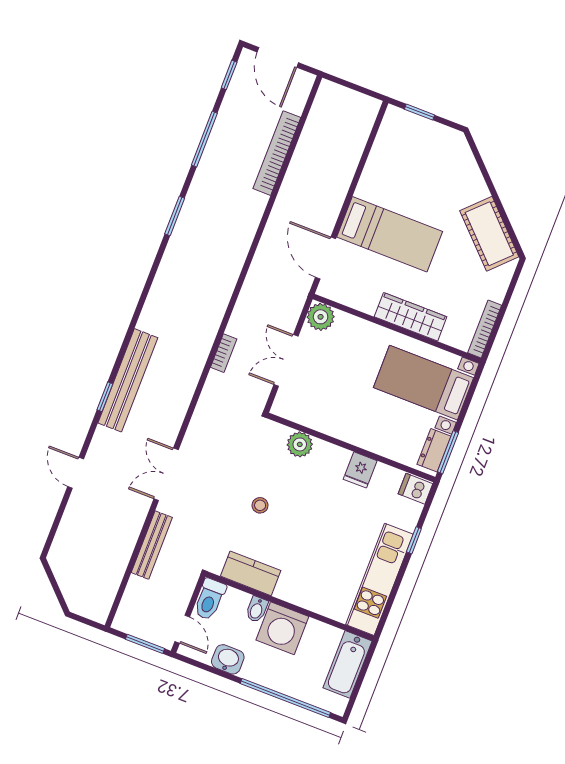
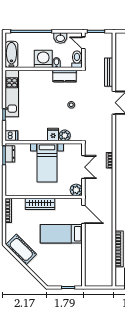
bed with nightstands: (423, 383) -> (47, 163), moved, turned 90
fridge: (360, 470) -> (53, 135), moved

